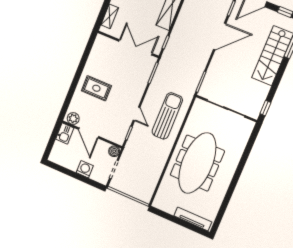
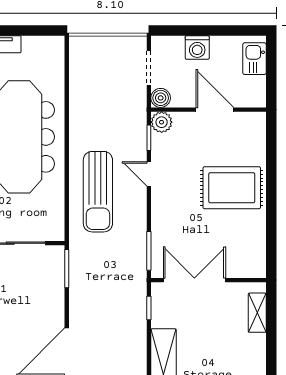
double door: (136, 47) -> (194, 280), swing flipped
rug: (96, 88) -> (232, 188), width x1.36, depth x1.43
plant: (73, 119) -> (162, 122), moved
kitchen sink: (65, 133) -> (254, 59), moved

